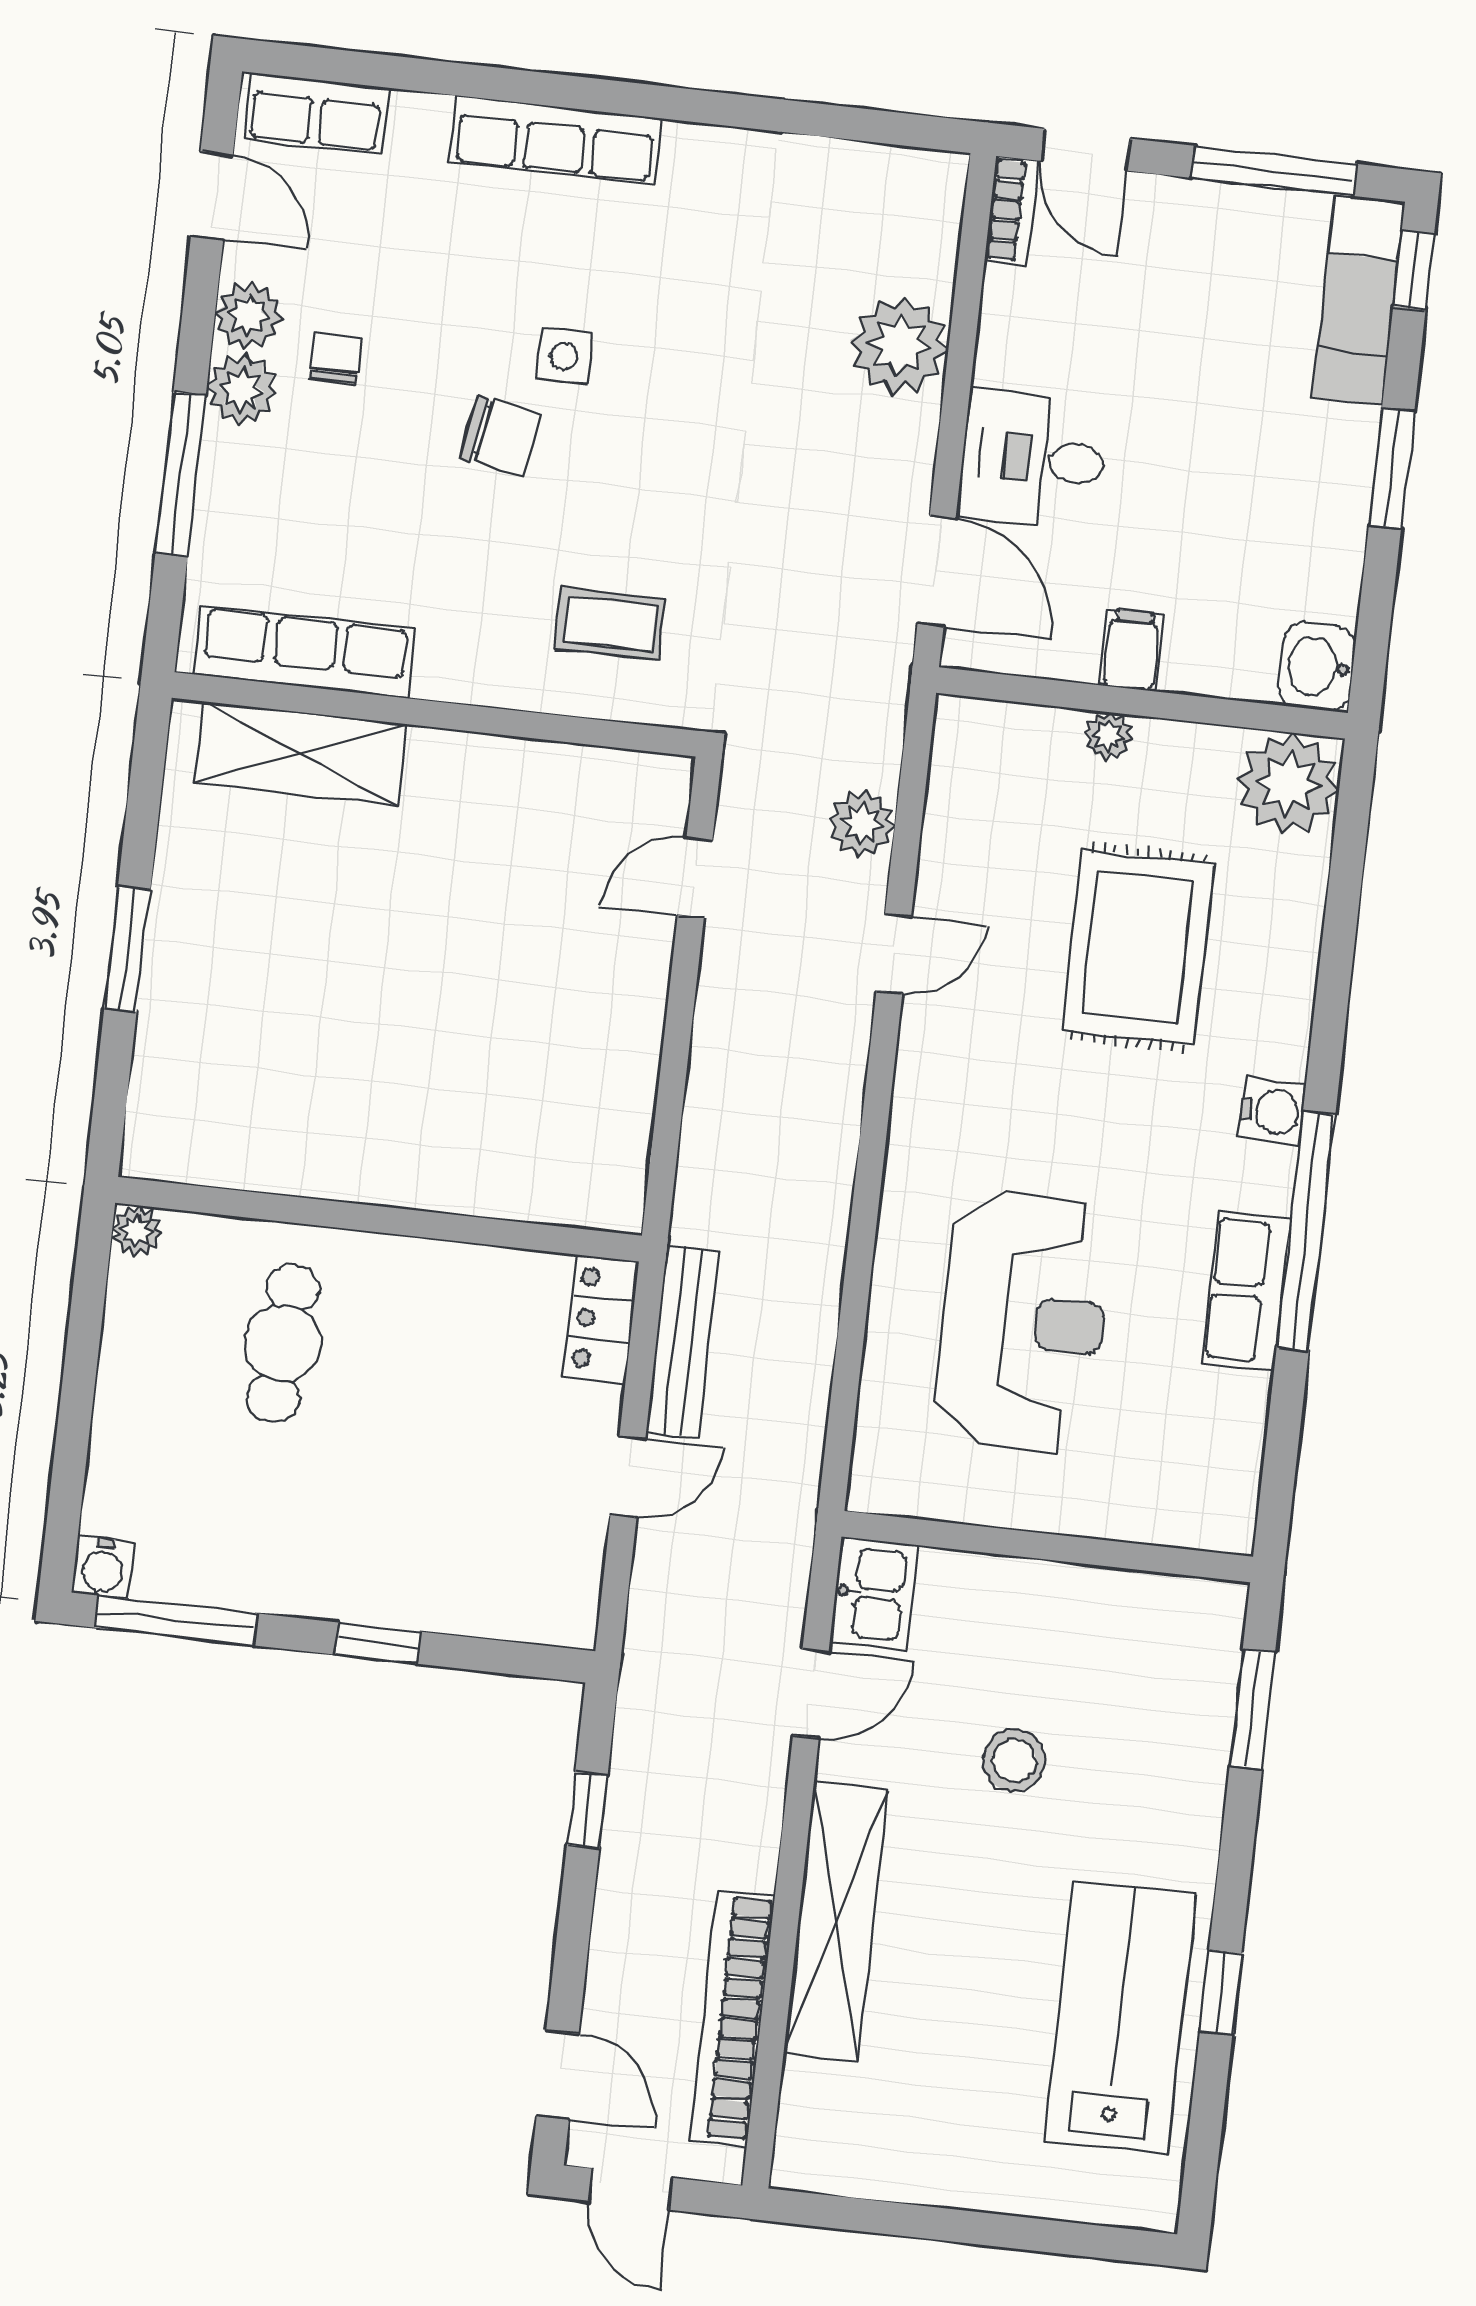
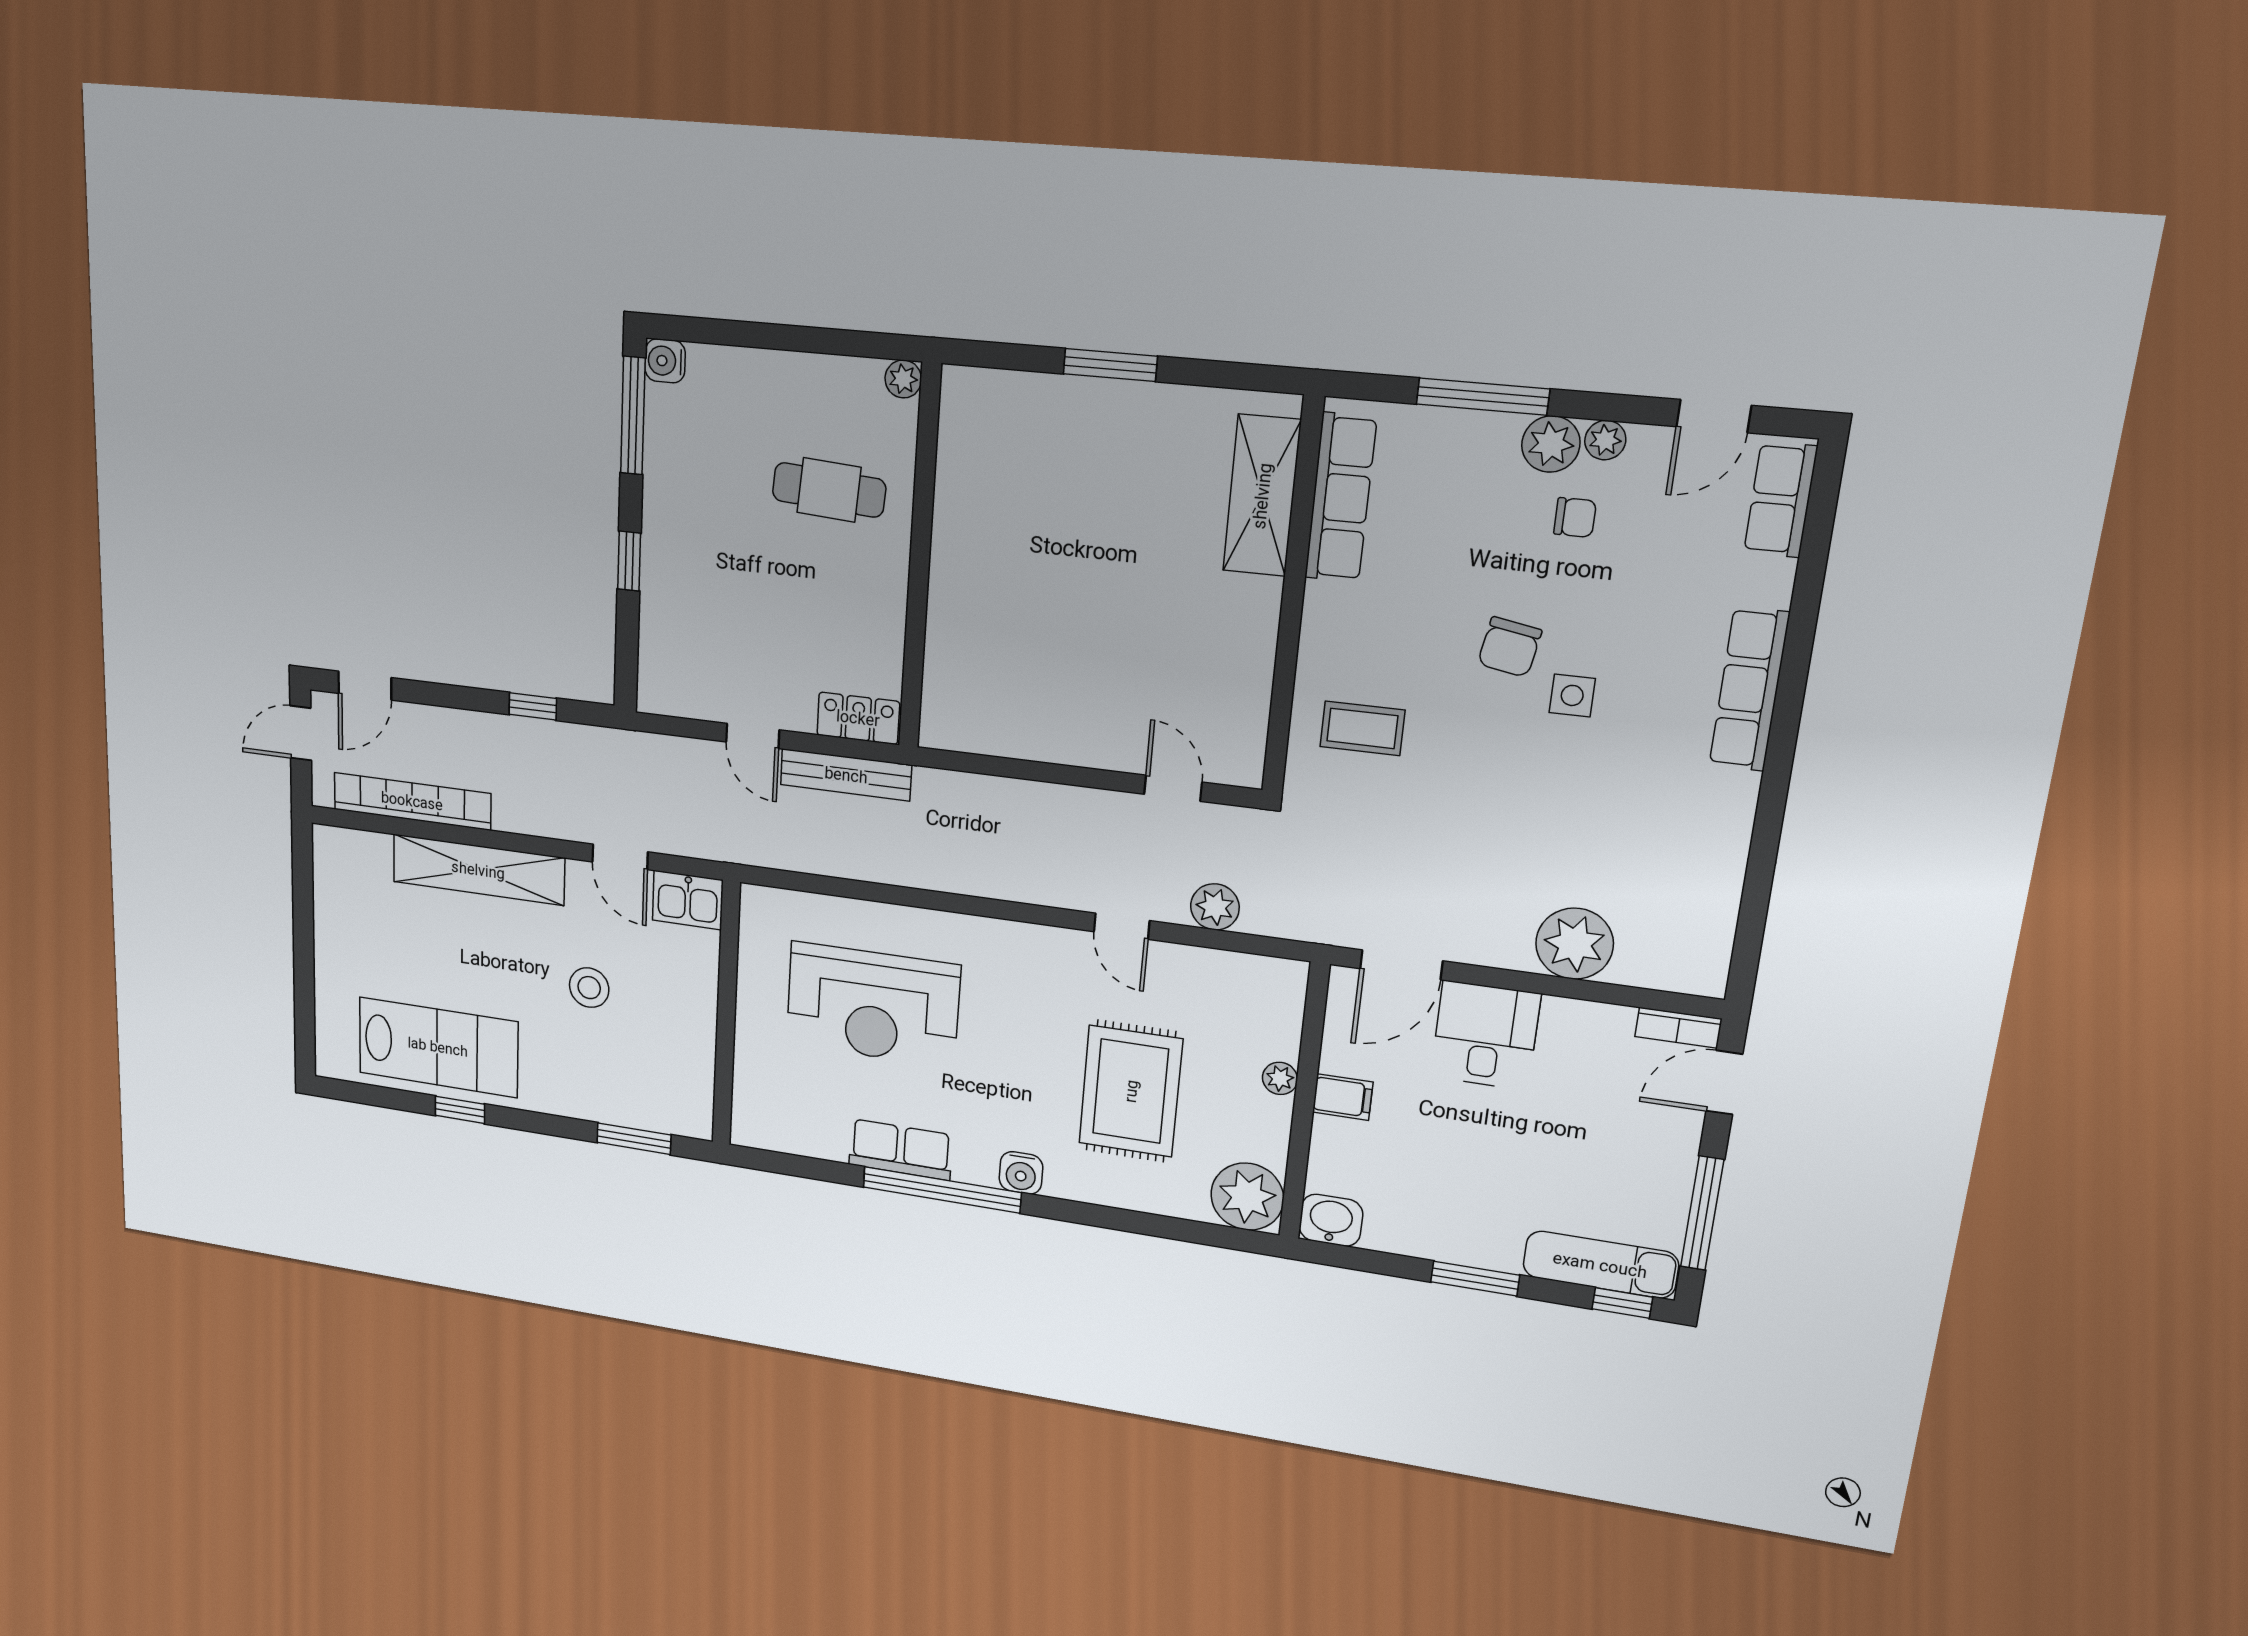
plant: (248, 316) -> (1605, 440), width x0.73, depth x0.73
coffee table: (610, 624) -> (1362, 728), turned 90
rug: (1138, 947) -> (1131, 1091), turned 90

